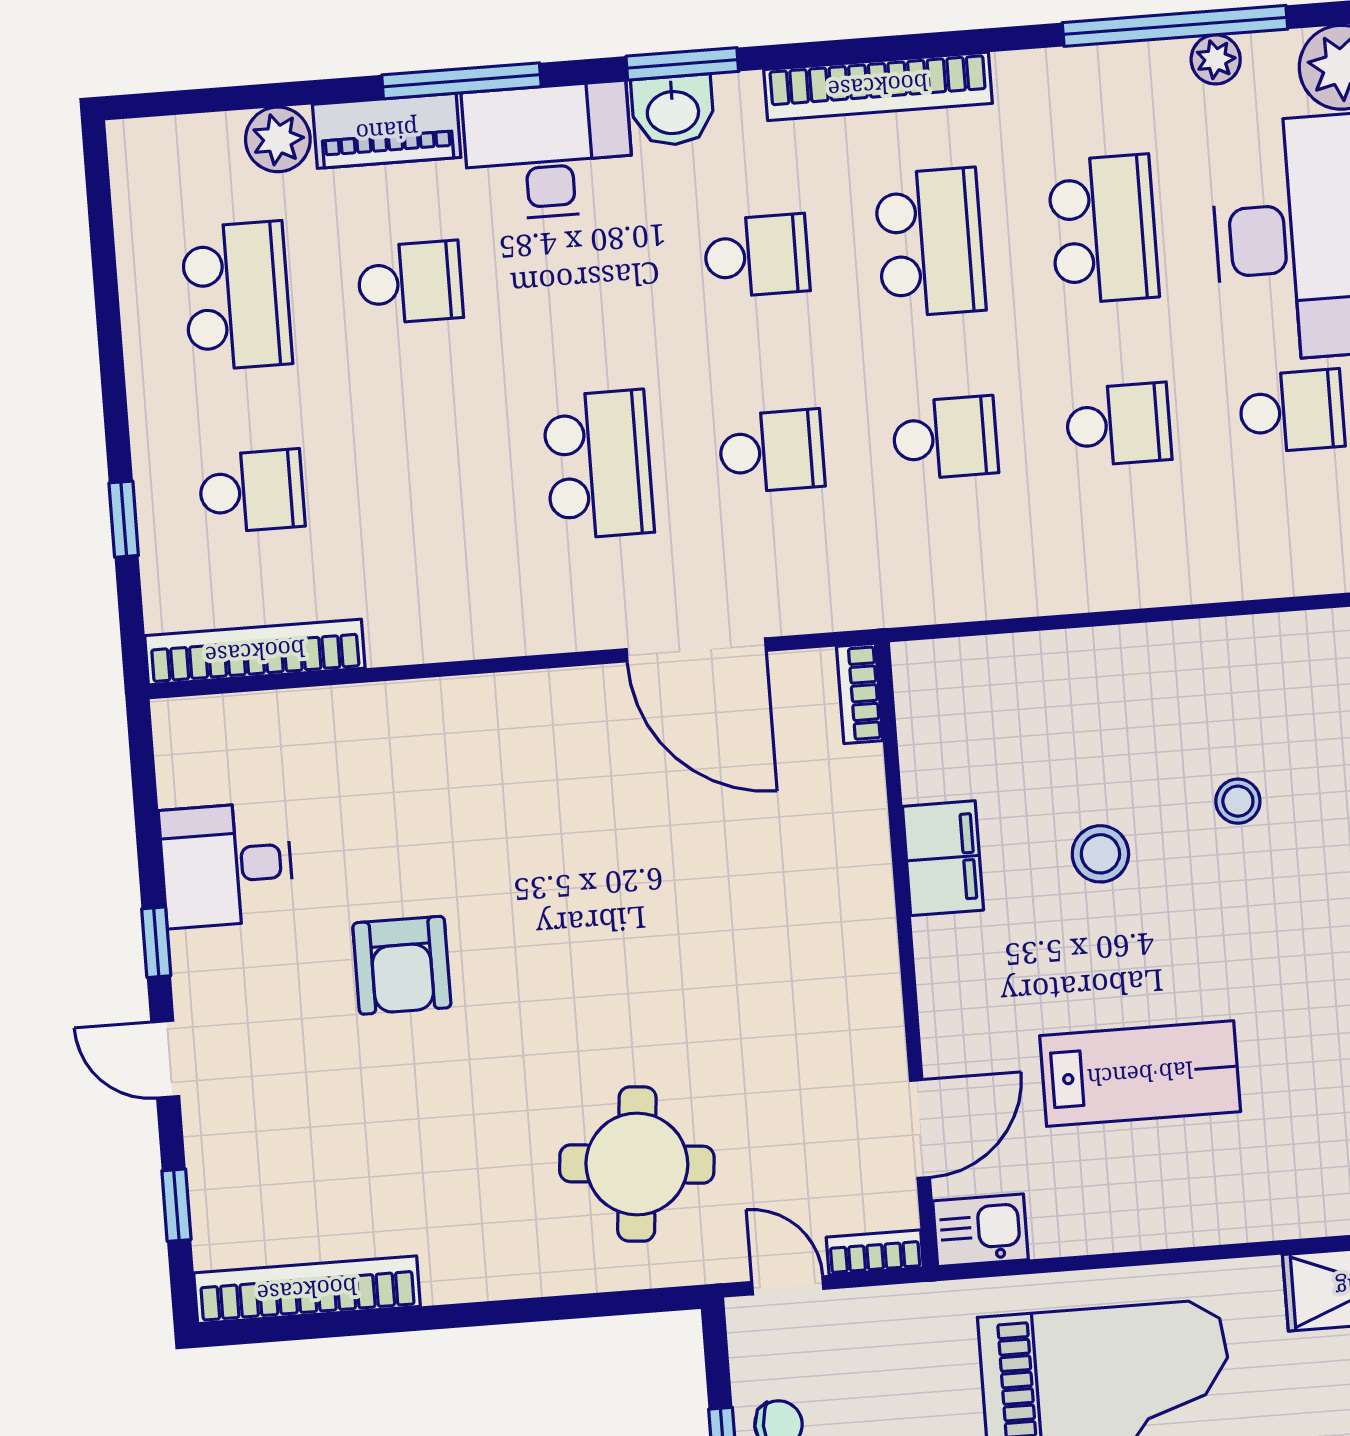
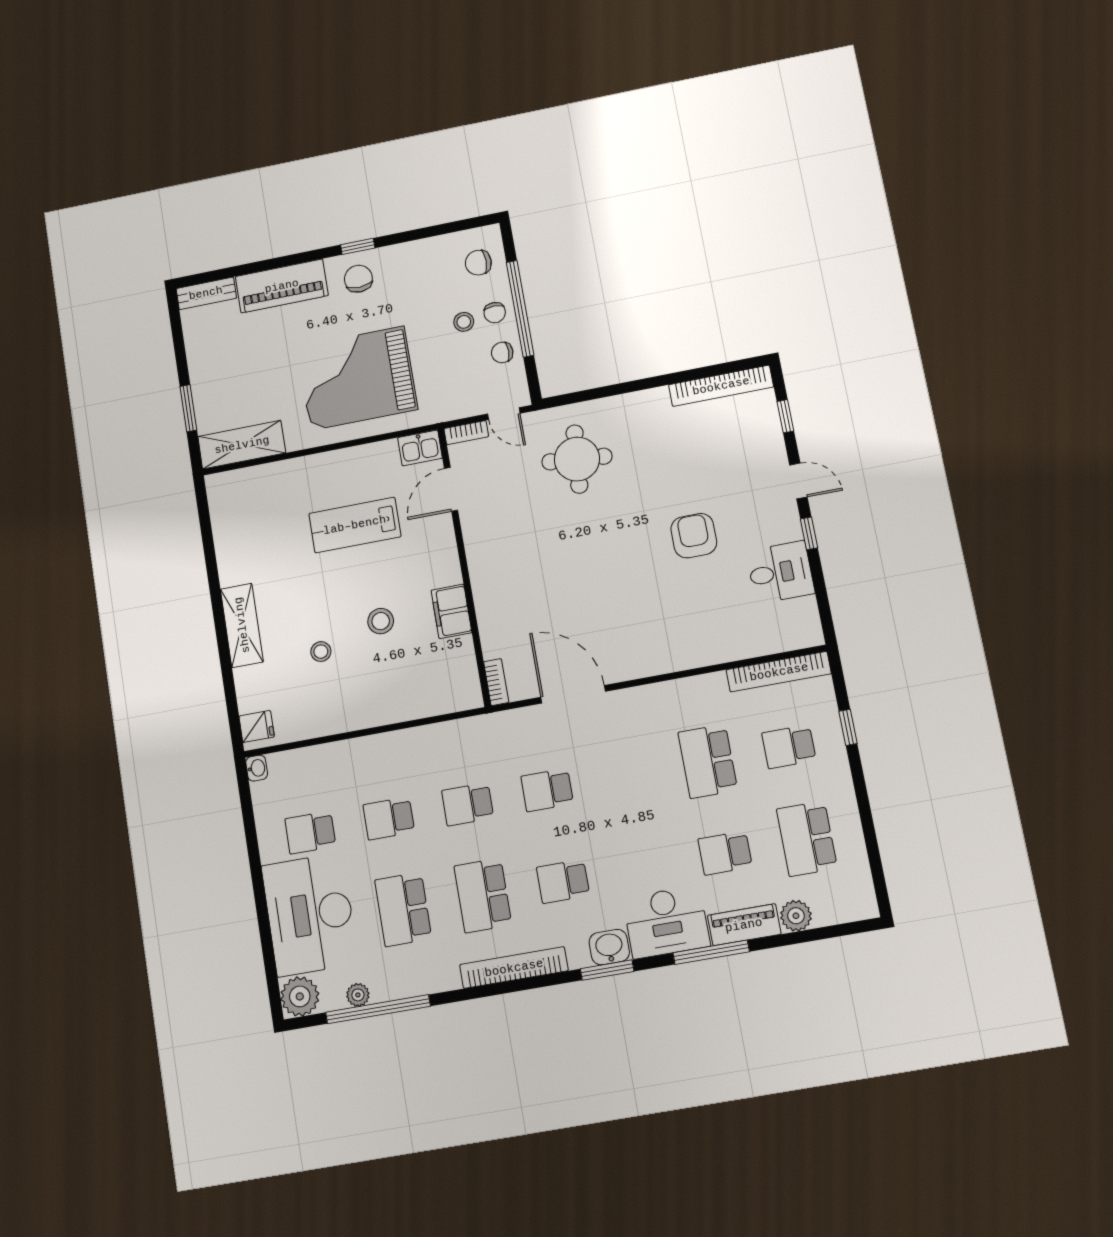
school desk: (598, 465) -> (708, 761), moved

